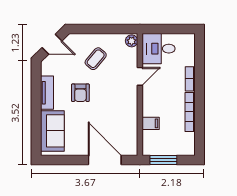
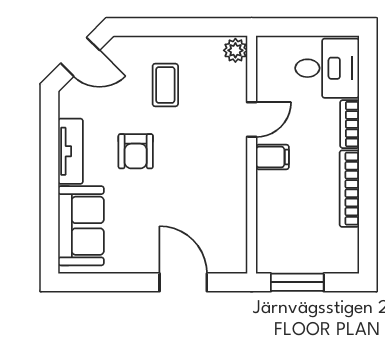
desk: (159, 49) -> (327, 68), moved, turned 180
coffee table: (96, 59) -> (165, 85), turned -40
filing cabinet: (151, 123) -> (272, 157), moved
door: (105, 160) -> (183, 282), width x0.73

